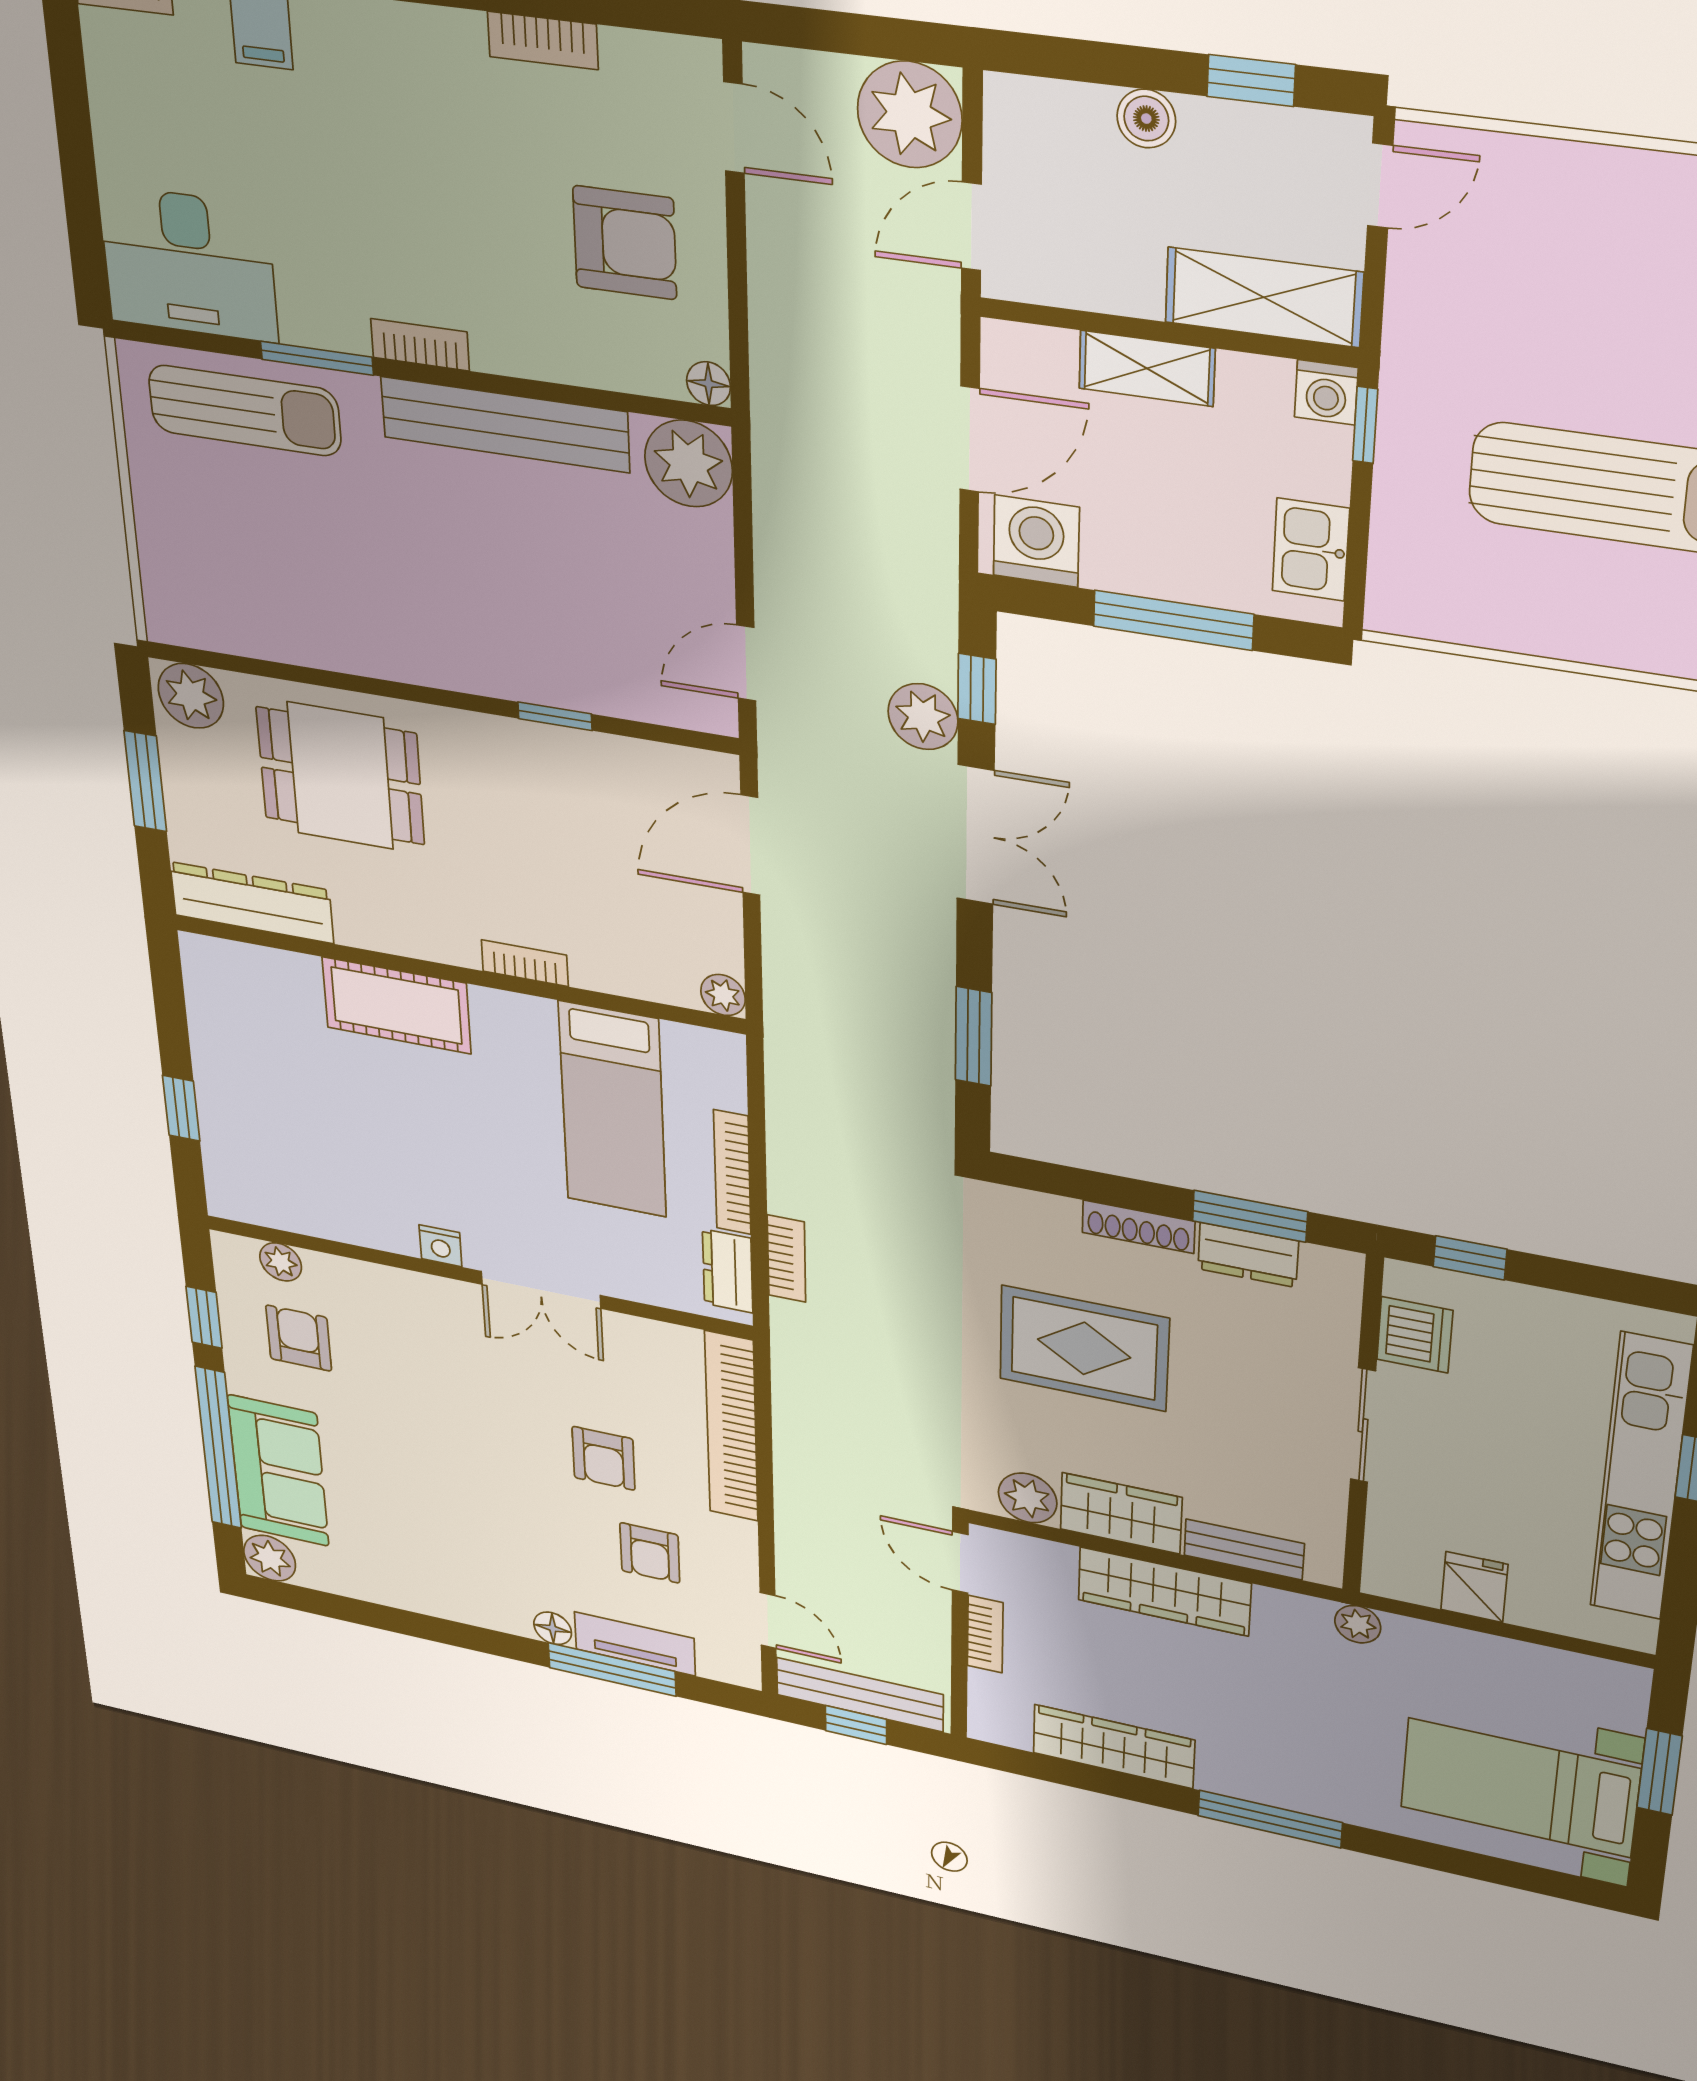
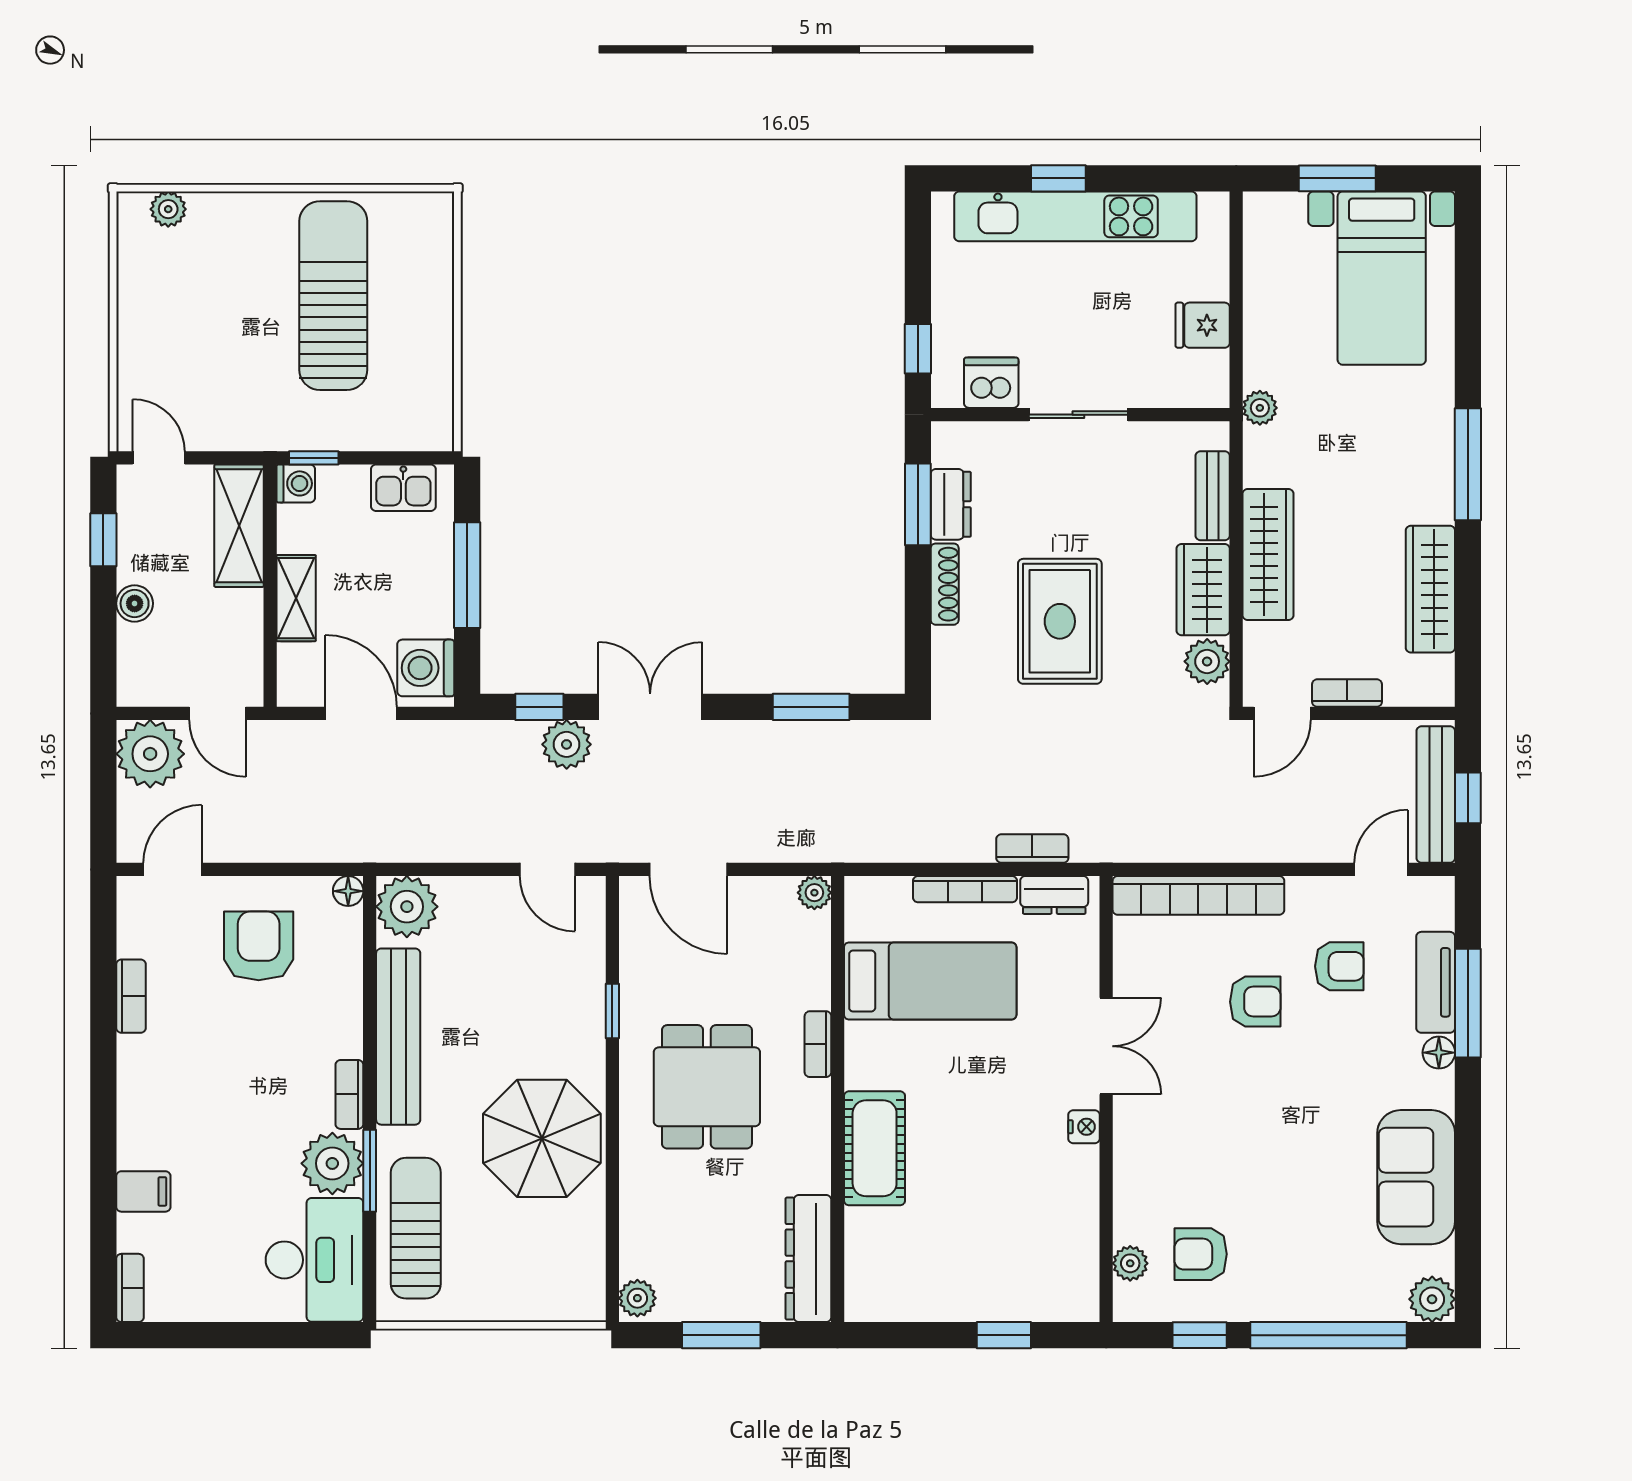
plant: (323, 307) -> (332, 1163), added
parasol: (378, 597) -> (542, 1138), added
plant: (191, 696) -> (637, 1298), width x0.73, depth x0.73
dining table: (340, 776) -> (707, 1087), moved
sofa: (278, 1471) -> (1416, 1177), moved, turned -90

